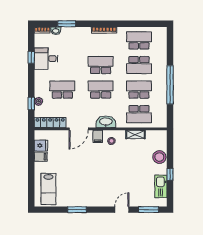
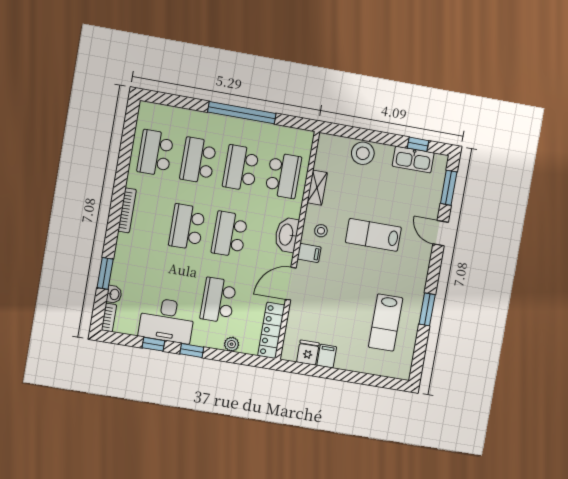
desk: (46, 59) -> (167, 320), width x1.37
school desk: (139, 65) -> (198, 160), turned 180
window: (31, 104) -> (192, 350), moved
door: (79, 129) -> (291, 284), swing flipped
lab bench: (114, 171) -> (373, 235), added
window: (170, 174) -> (418, 144), moved
lab bench: (48, 189) -> (386, 323), moved, turned 90

